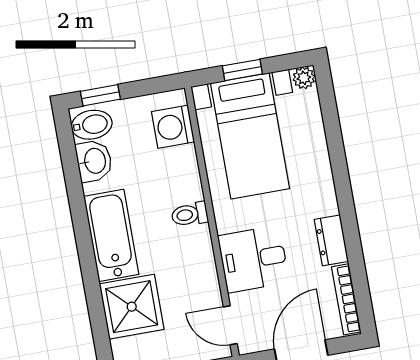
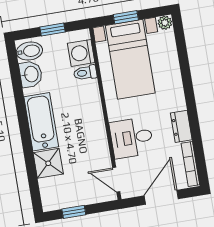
window: (100, 95) -> (52, 29), moved
toilet: (190, 214) -> (85, 73), moved
shower: (132, 307) -> (48, 163), width x0.73, depth x0.73

